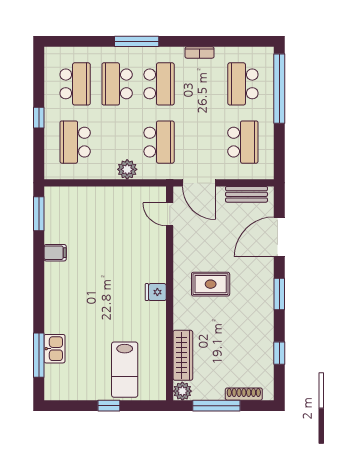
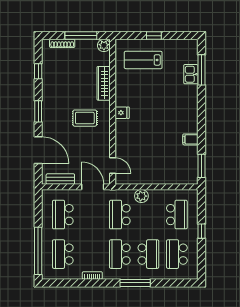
school desk: (243, 84) -> (63, 254), turned 180
door: (279, 237) -> (38, 150), hinge flipped
wardrobe: (183, 355) -> (104, 83), moved
lab bench: (125, 370) -> (143, 60), turned -90

